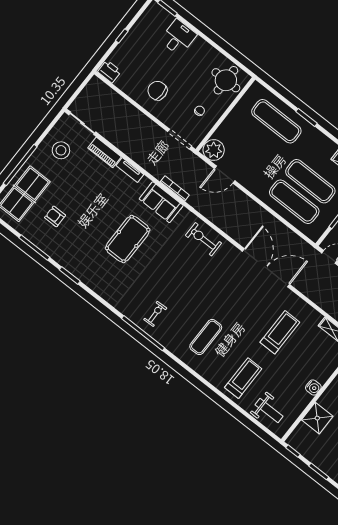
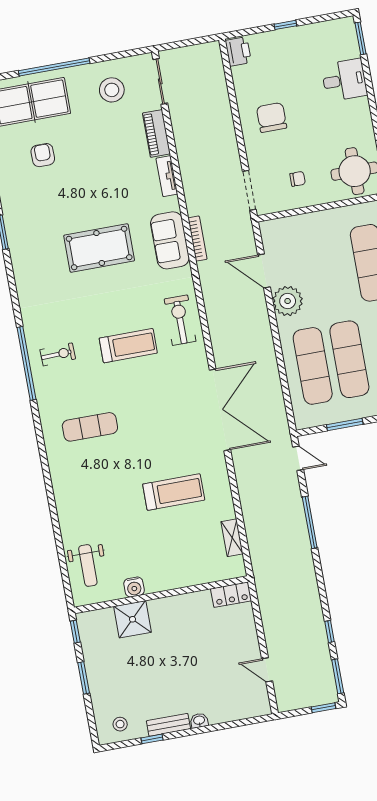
plant: (214, 150) -> (288, 301), moved
treadmill: (243, 378) -> (128, 346), moved
water cooler: (313, 387) -> (134, 587), moved

